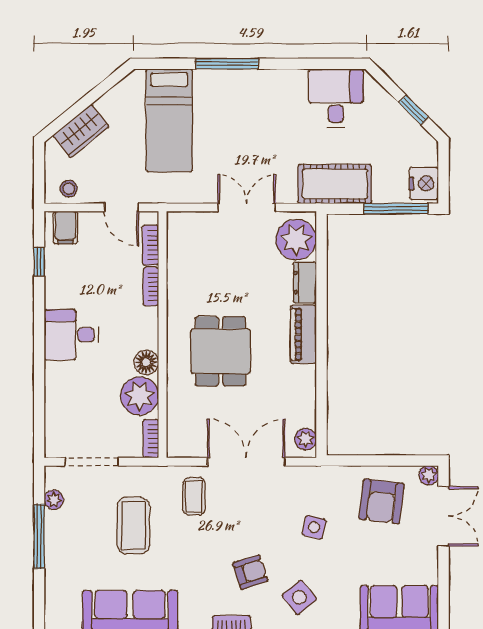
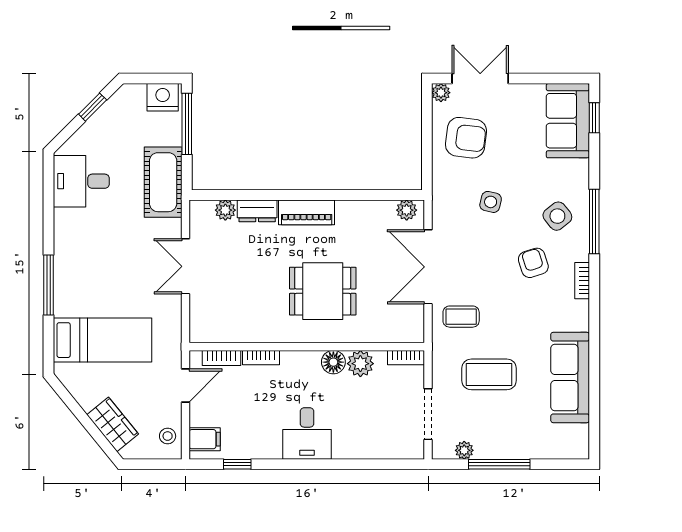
plant: (296, 240) -> (225, 210), width x0.53, depth x0.53
plant: (140, 396) -> (360, 364), width x0.73, depth x0.73

